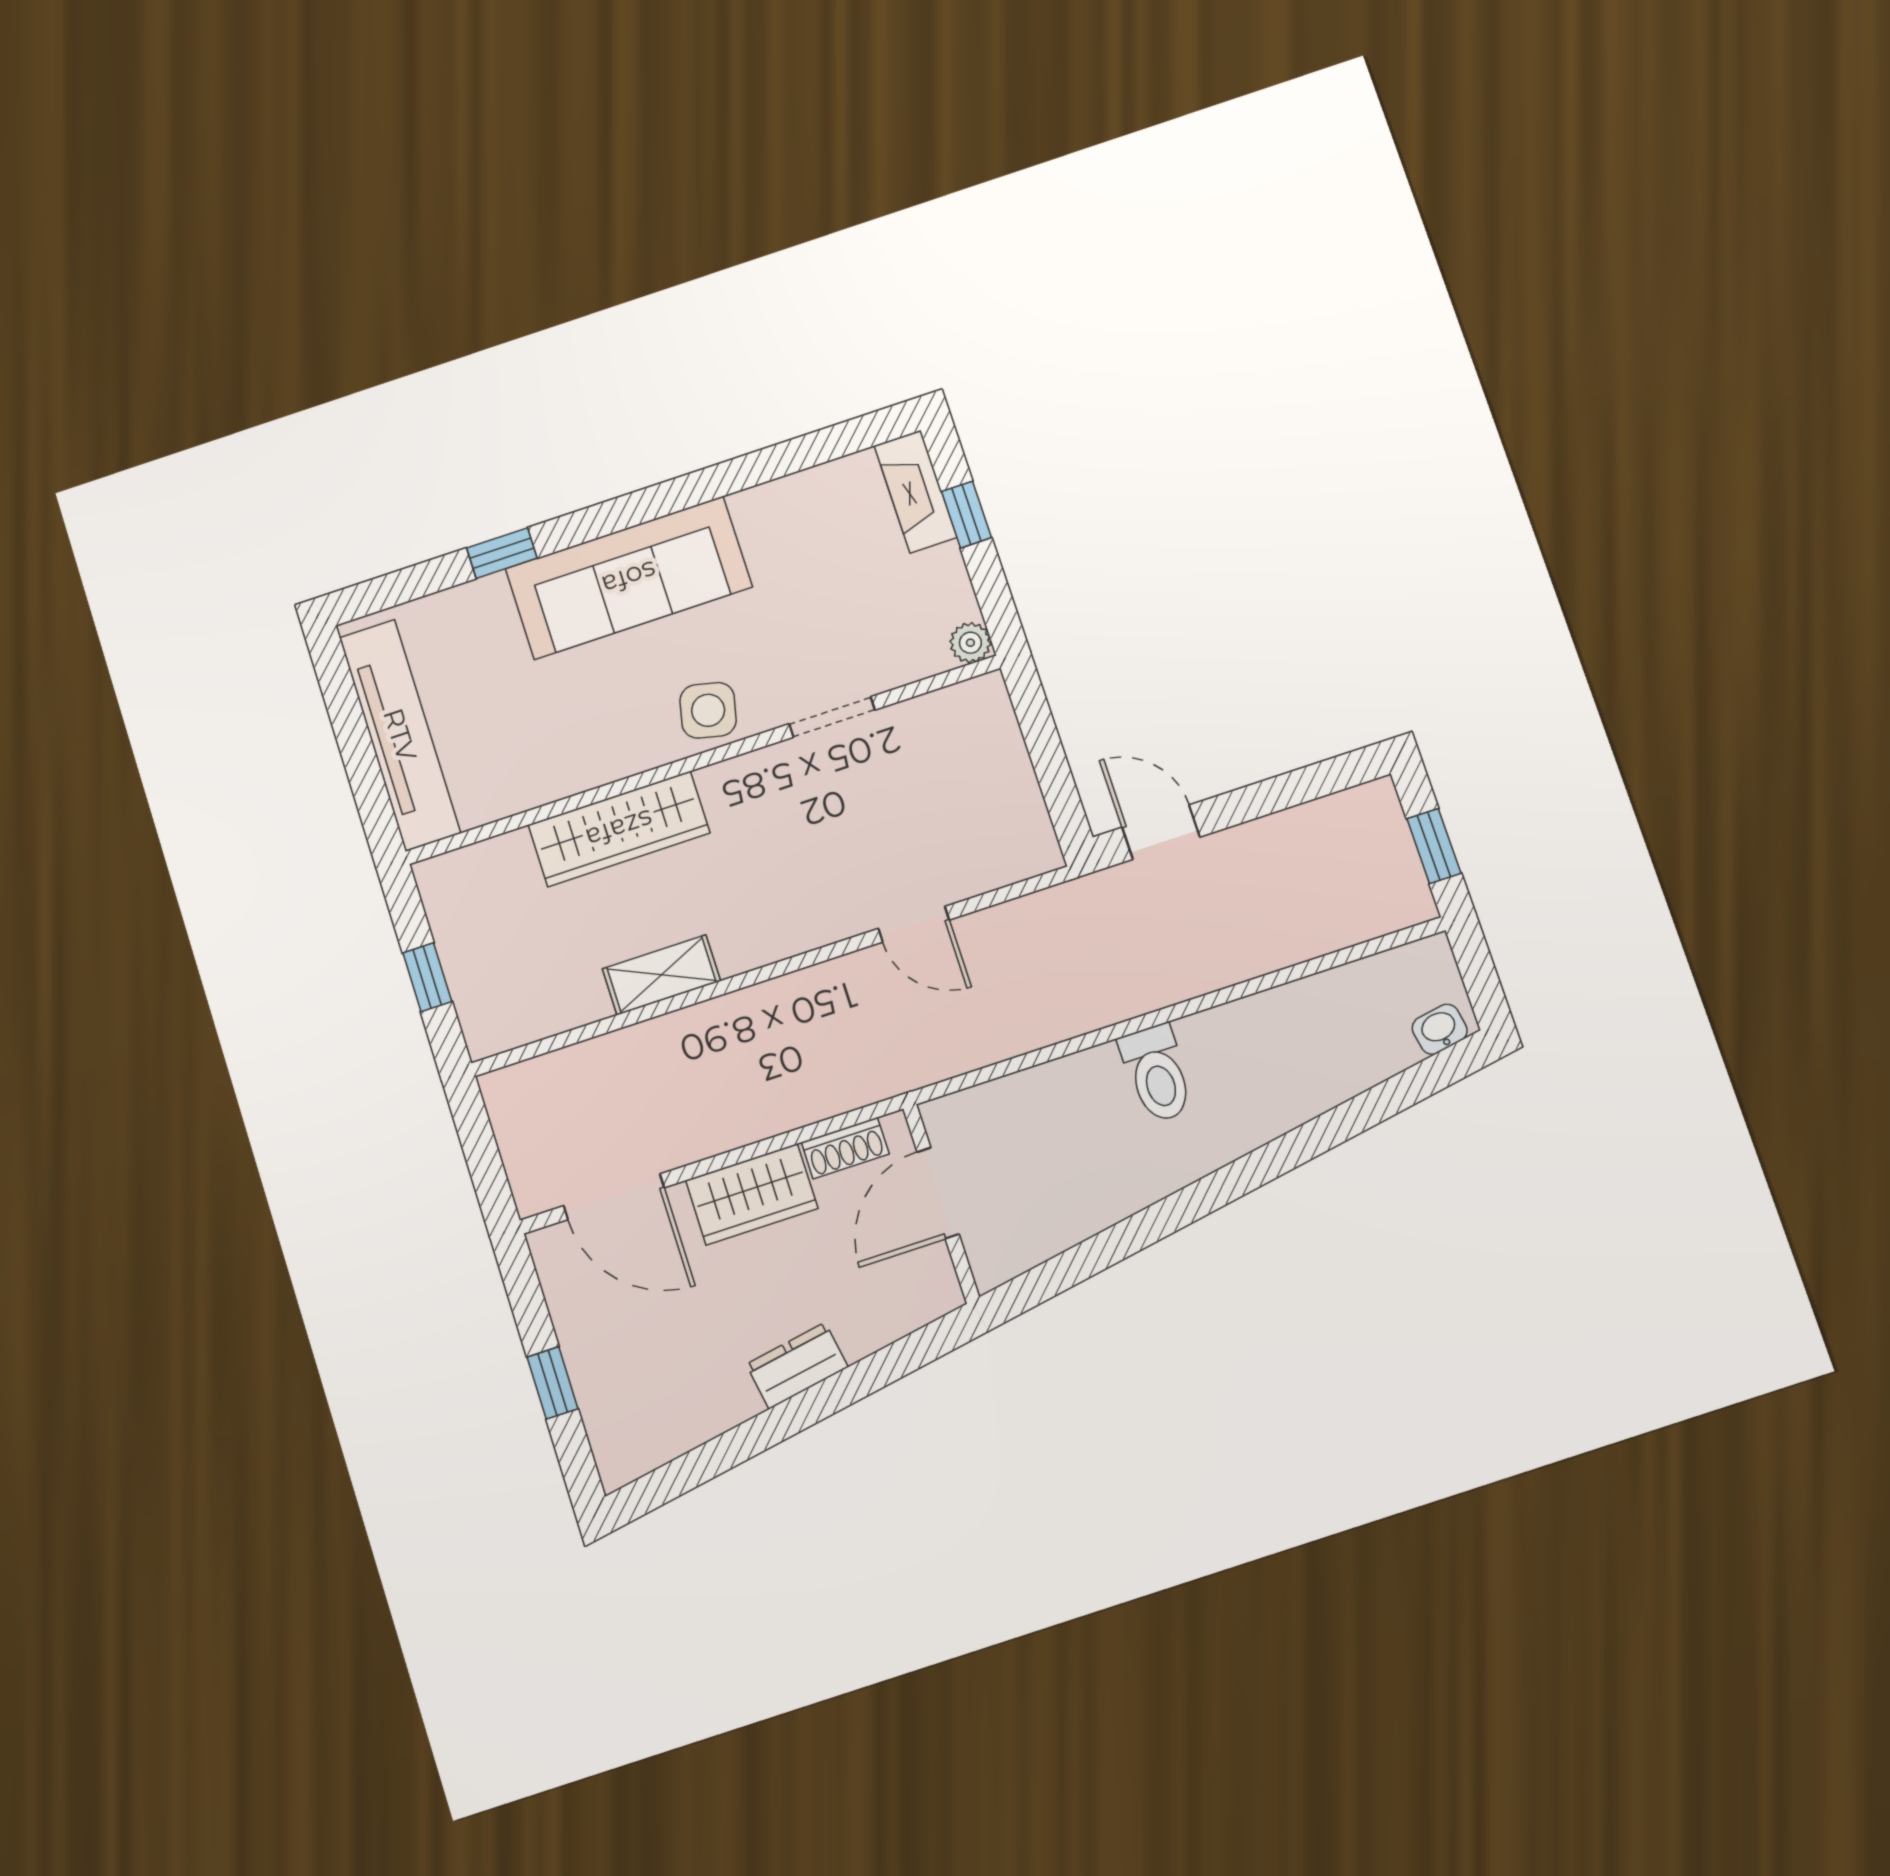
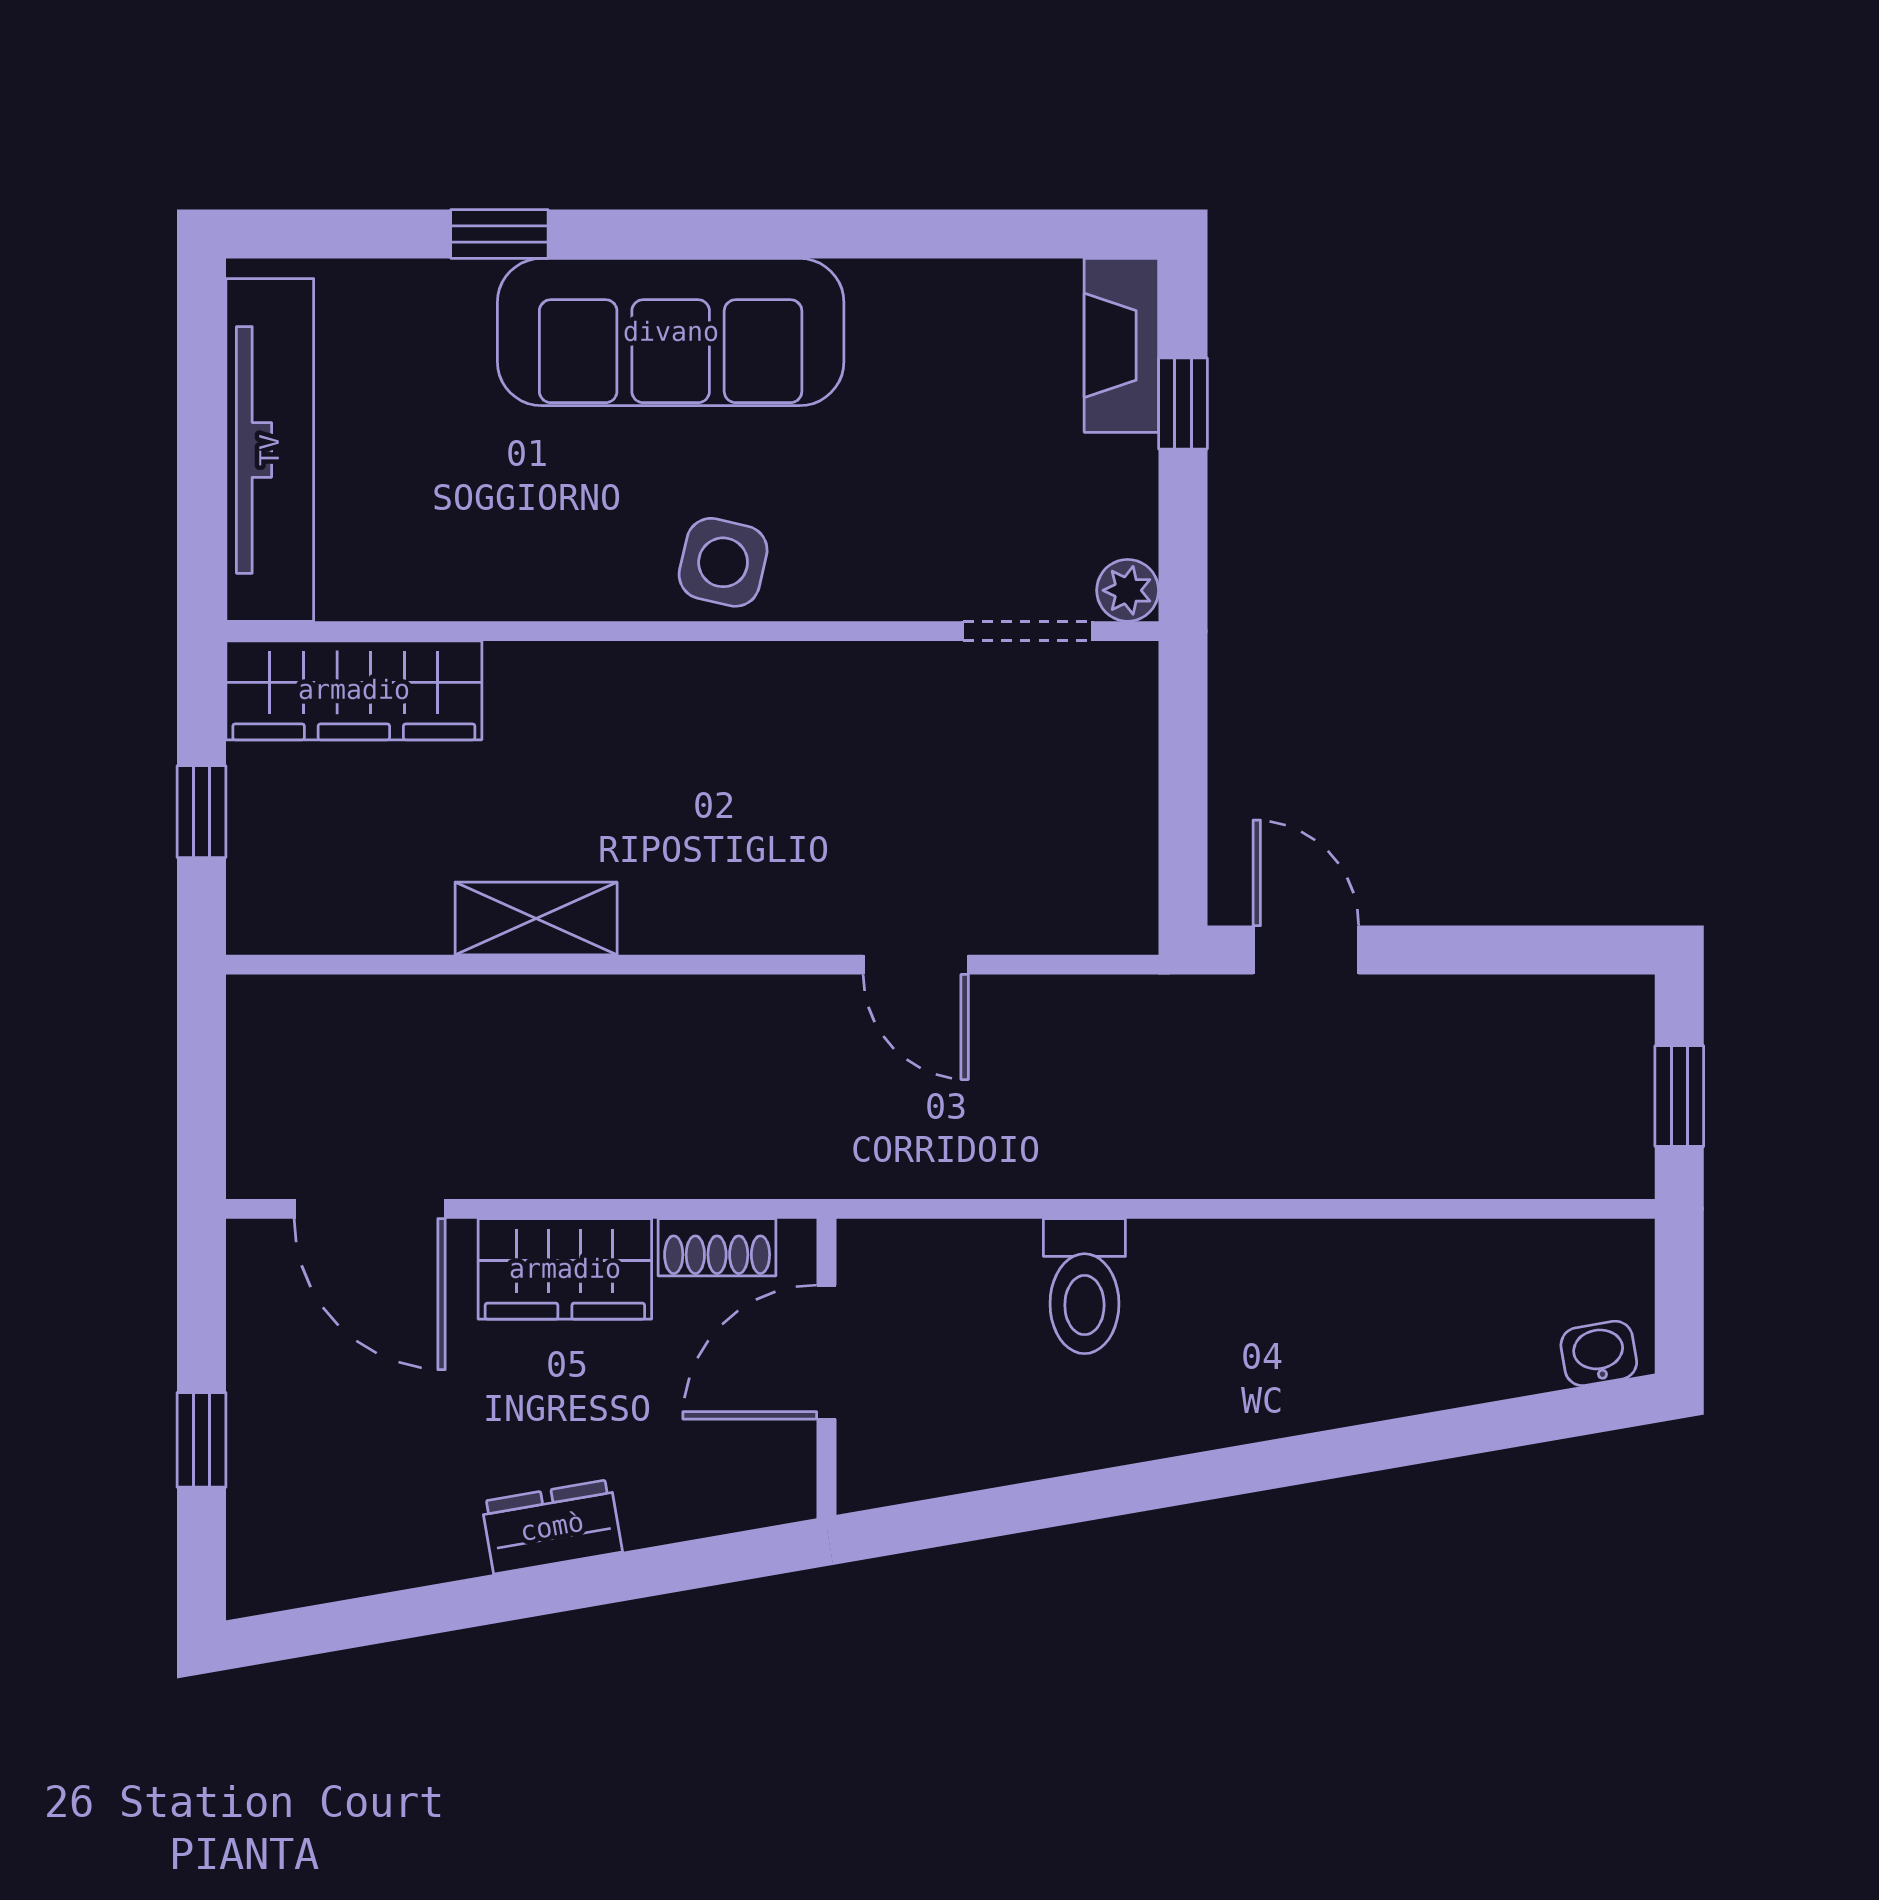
doorway: (832, 717) -> (1028, 631), moved
wardrobe: (619, 829) -> (354, 690), moved
toilet: (1157, 1074) -> (1084, 1286), moved

